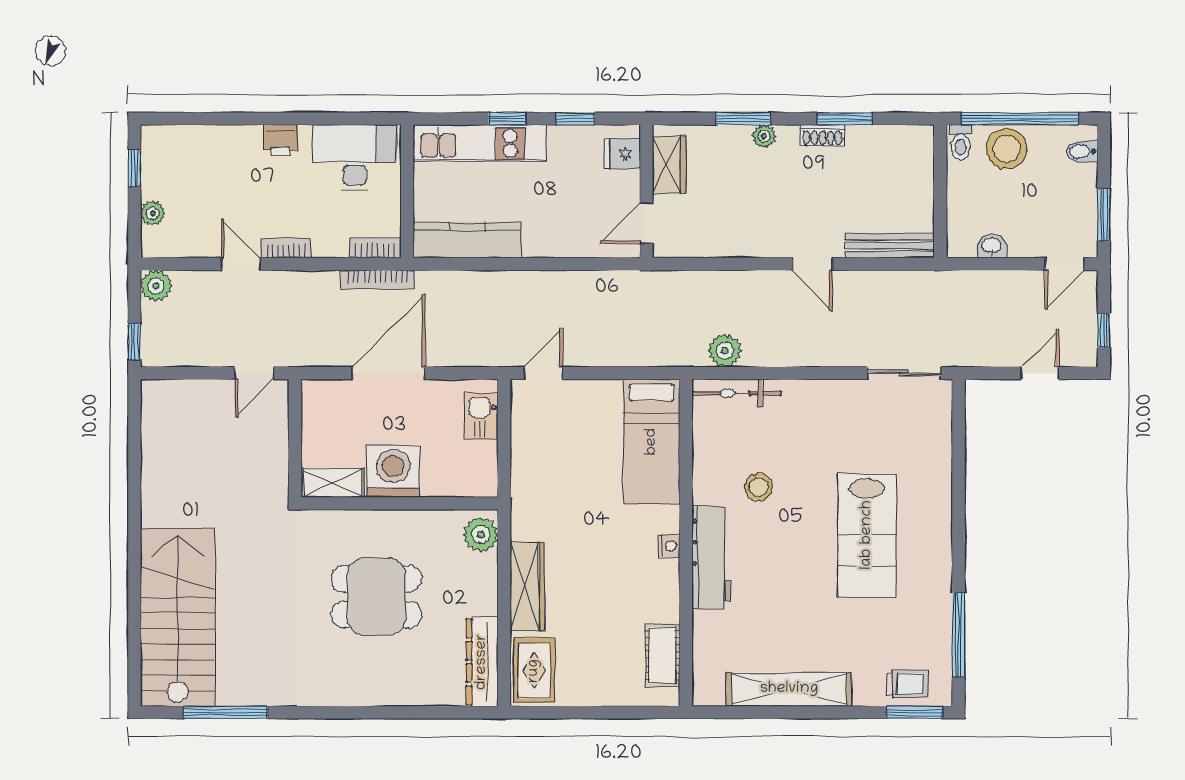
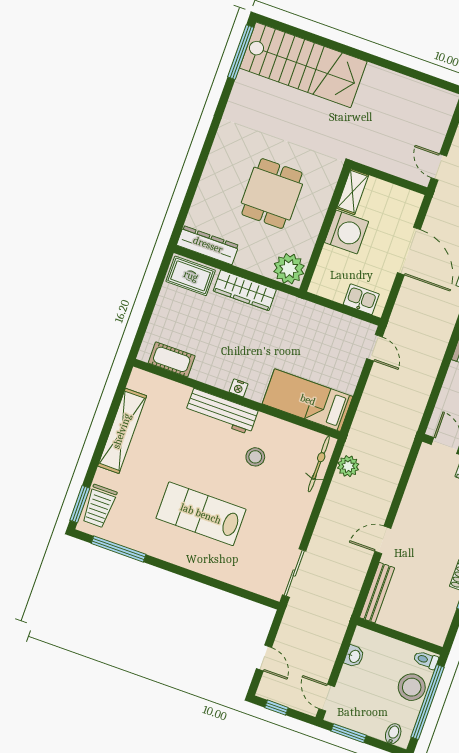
plant: (481, 534) -> (289, 269), width x1.36, depth x1.36
trolley: (907, 684) -> (99, 506), width x1.36, depth x1.39
window: (226, 712) -> (241, 52), moved

